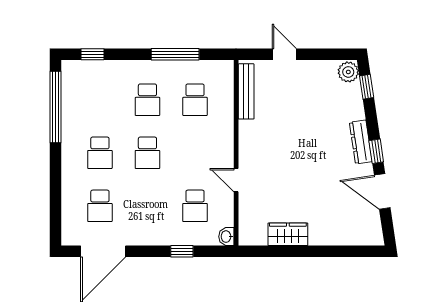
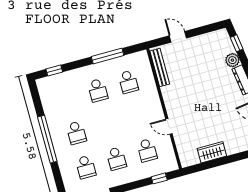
plant: (348, 72) -> (232, 60), moved
window: (55, 107) -> (47, 139), moved
school desk: (147, 153) -> (116, 159), moved
washbasin: (226, 237) -> (173, 164), removed
window: (182, 251) -> (159, 178), moved

